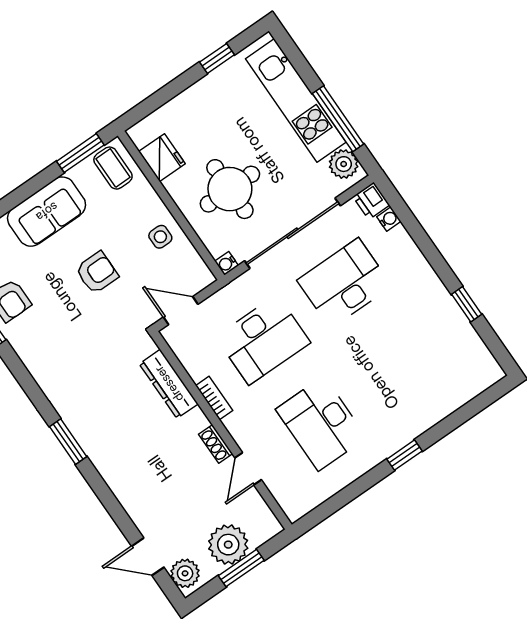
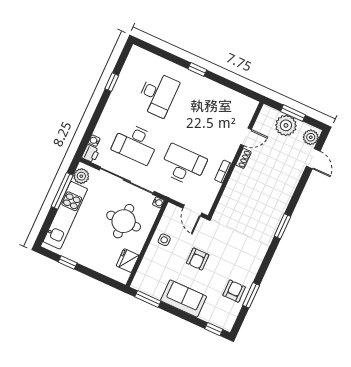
coffee table: (113, 168) -> (146, 280), removed
armchair: (97, 273) -> (198, 259), turned -90
dresser: (169, 384) -> (229, 196), removed
desk: (321, 424) -> (158, 94), moved

